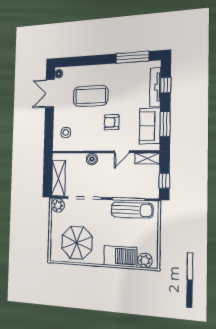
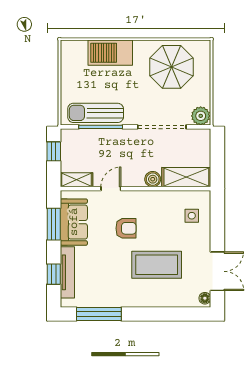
shelving: (58, 178) -> (186, 177), moved, turned 90
plant: (145, 261) -> (77, 49), removed

